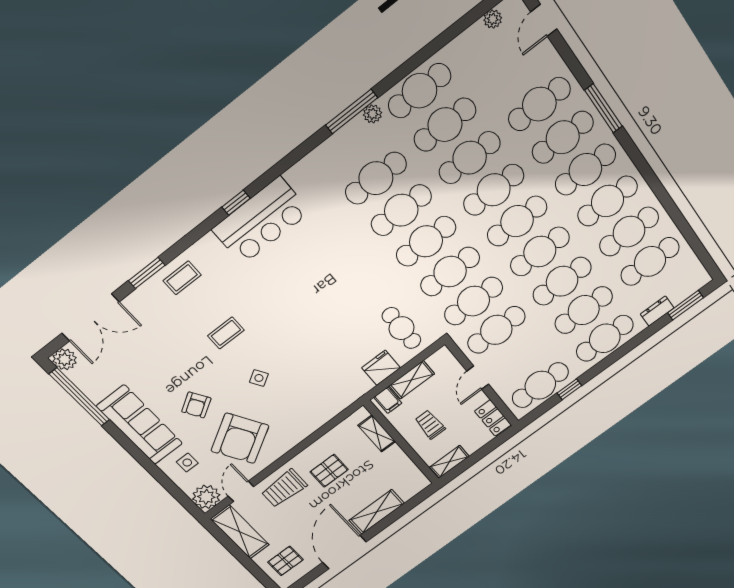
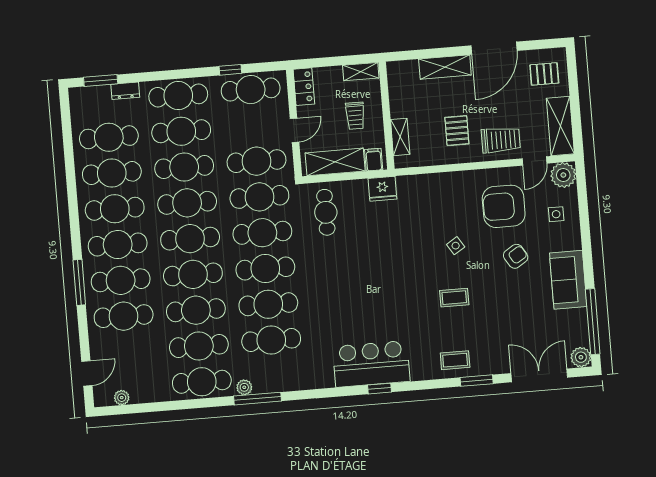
fridge: (381, 368) -> (382, 189), moved
shelving: (412, 380) -> (335, 162), width x1.50, depth x1.33
sofa: (140, 425) -> (568, 280), width x0.73
armchair: (240, 438) -> (504, 206), turned -149
pallet: (329, 471) -> (457, 131), turned 90

